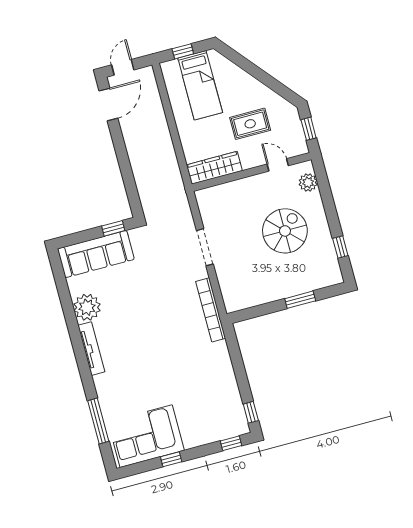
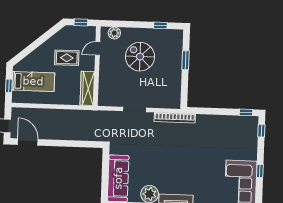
rug: (250, 124) -> (67, 58), turned 90
window: (113, 228) -> (106, 163), removed

